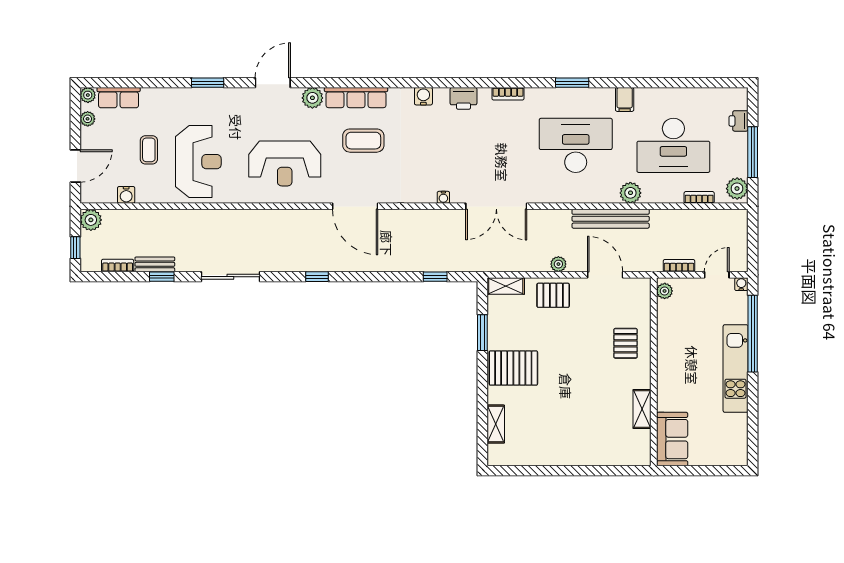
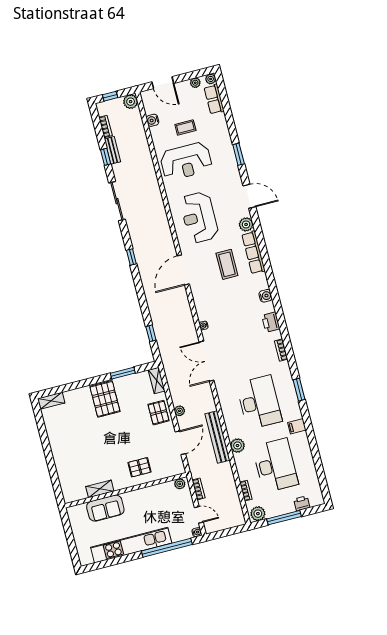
desk: (673, 145) -> (275, 465), turned 180
kitchen unit: (736, 368) -> (131, 545), width x1.36
shelving: (496, 424) -> (51, 401), moved
sofa: (672, 439) -> (105, 508), moved

